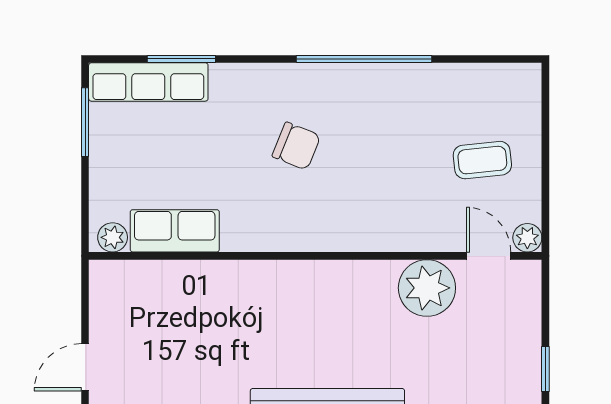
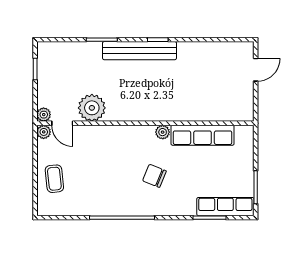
coffee table: (482, 160) -> (54, 179), moved, turned 90
row of seats: (175, 231) -> (203, 135), width x1.48
plant: (113, 237) -> (163, 132), moved
plant: (527, 274) -> (44, 115), added

